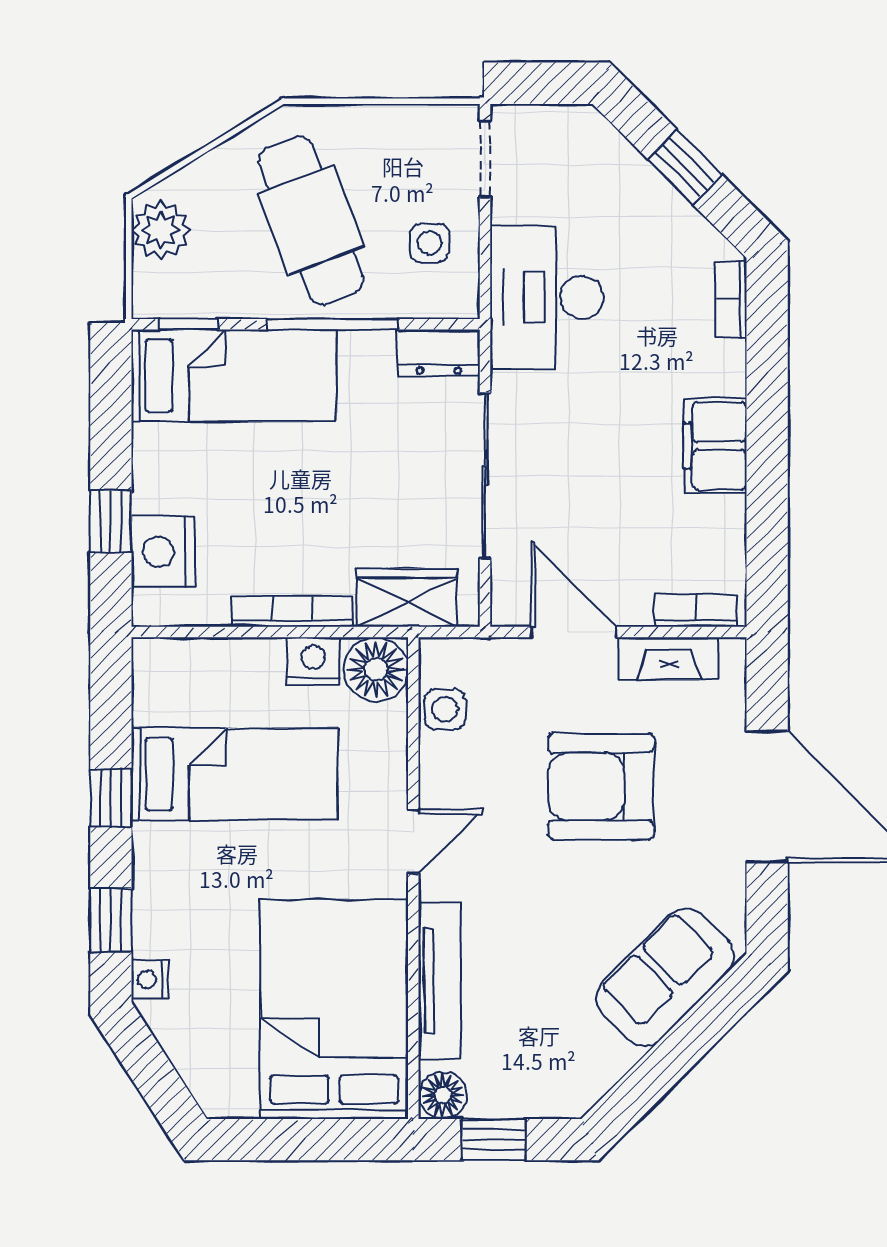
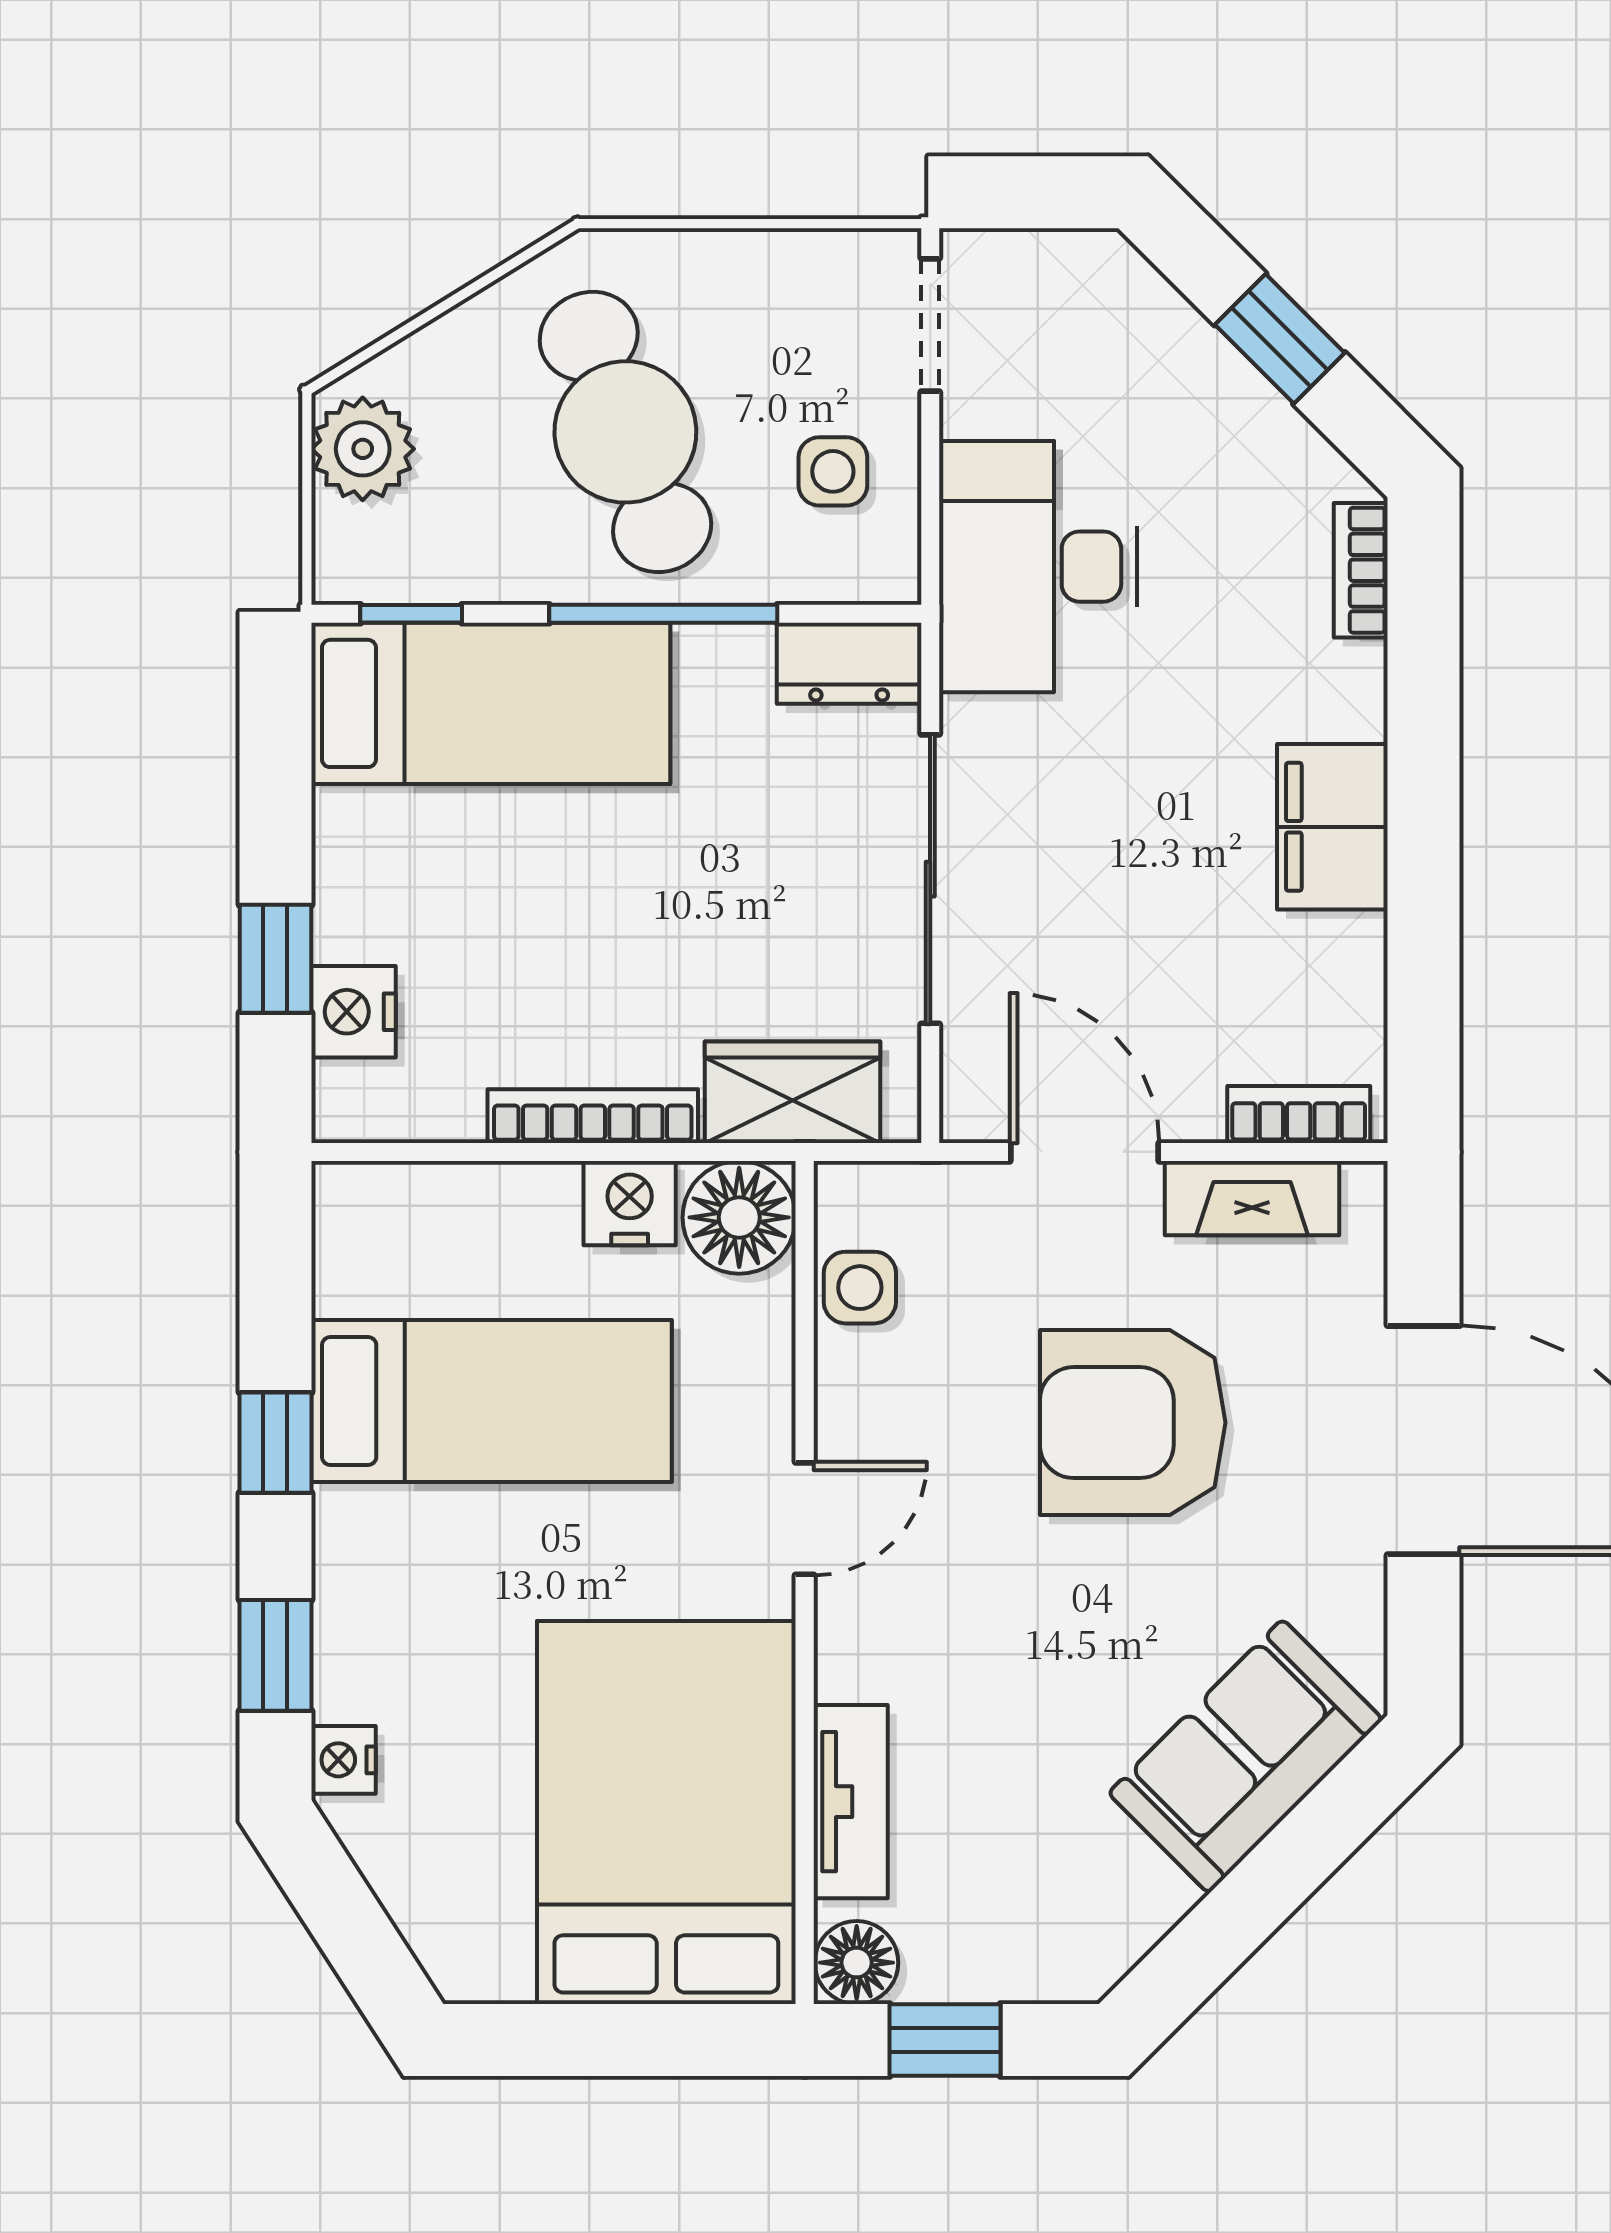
nightstand: (163, 552) -> (354, 1012), width x0.74, depth x0.75
tv unit: (440, 981) -> (851, 1802), width x0.71

